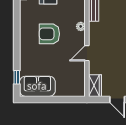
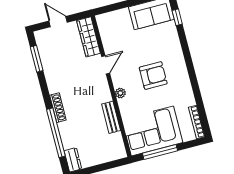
wardrobe: (95, 86) -> (89, 37), width x1.50

